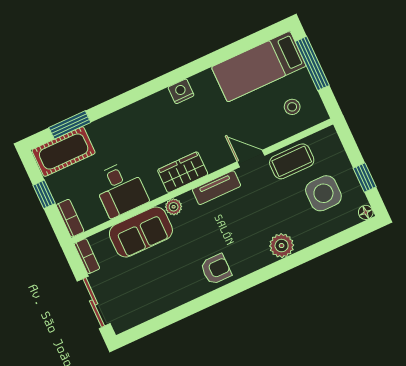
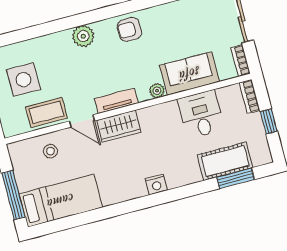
nightstand: (181, 91) -> (156, 184), moved
stool: (292, 107) -> (50, 151), moved
cot: (64, 152) -> (225, 161), moved
wardrobe: (183, 172) -> (119, 126), moved
plant: (282, 246) -> (83, 36), moved

